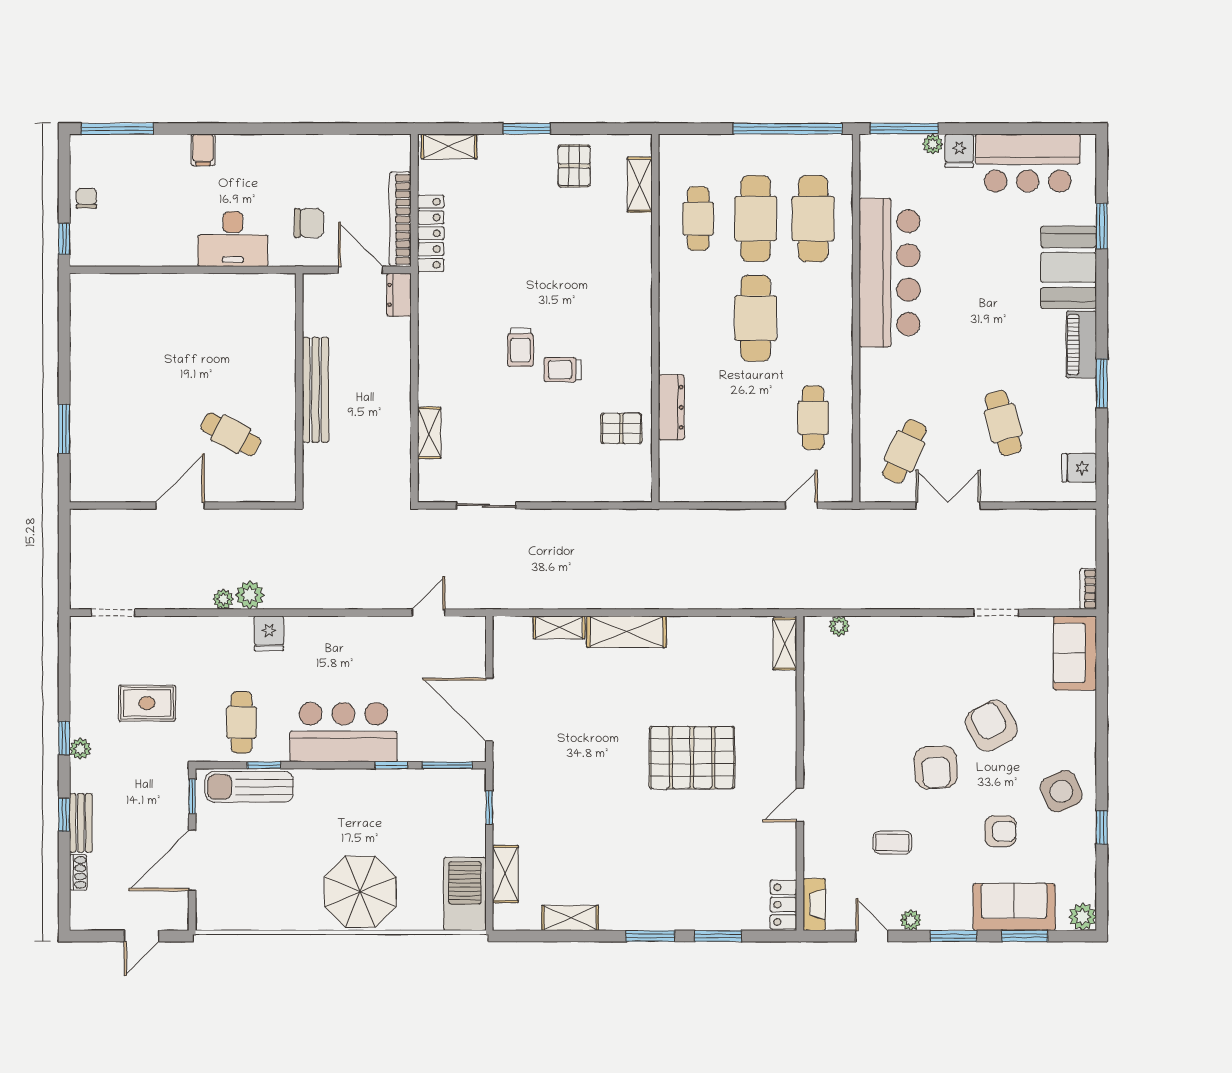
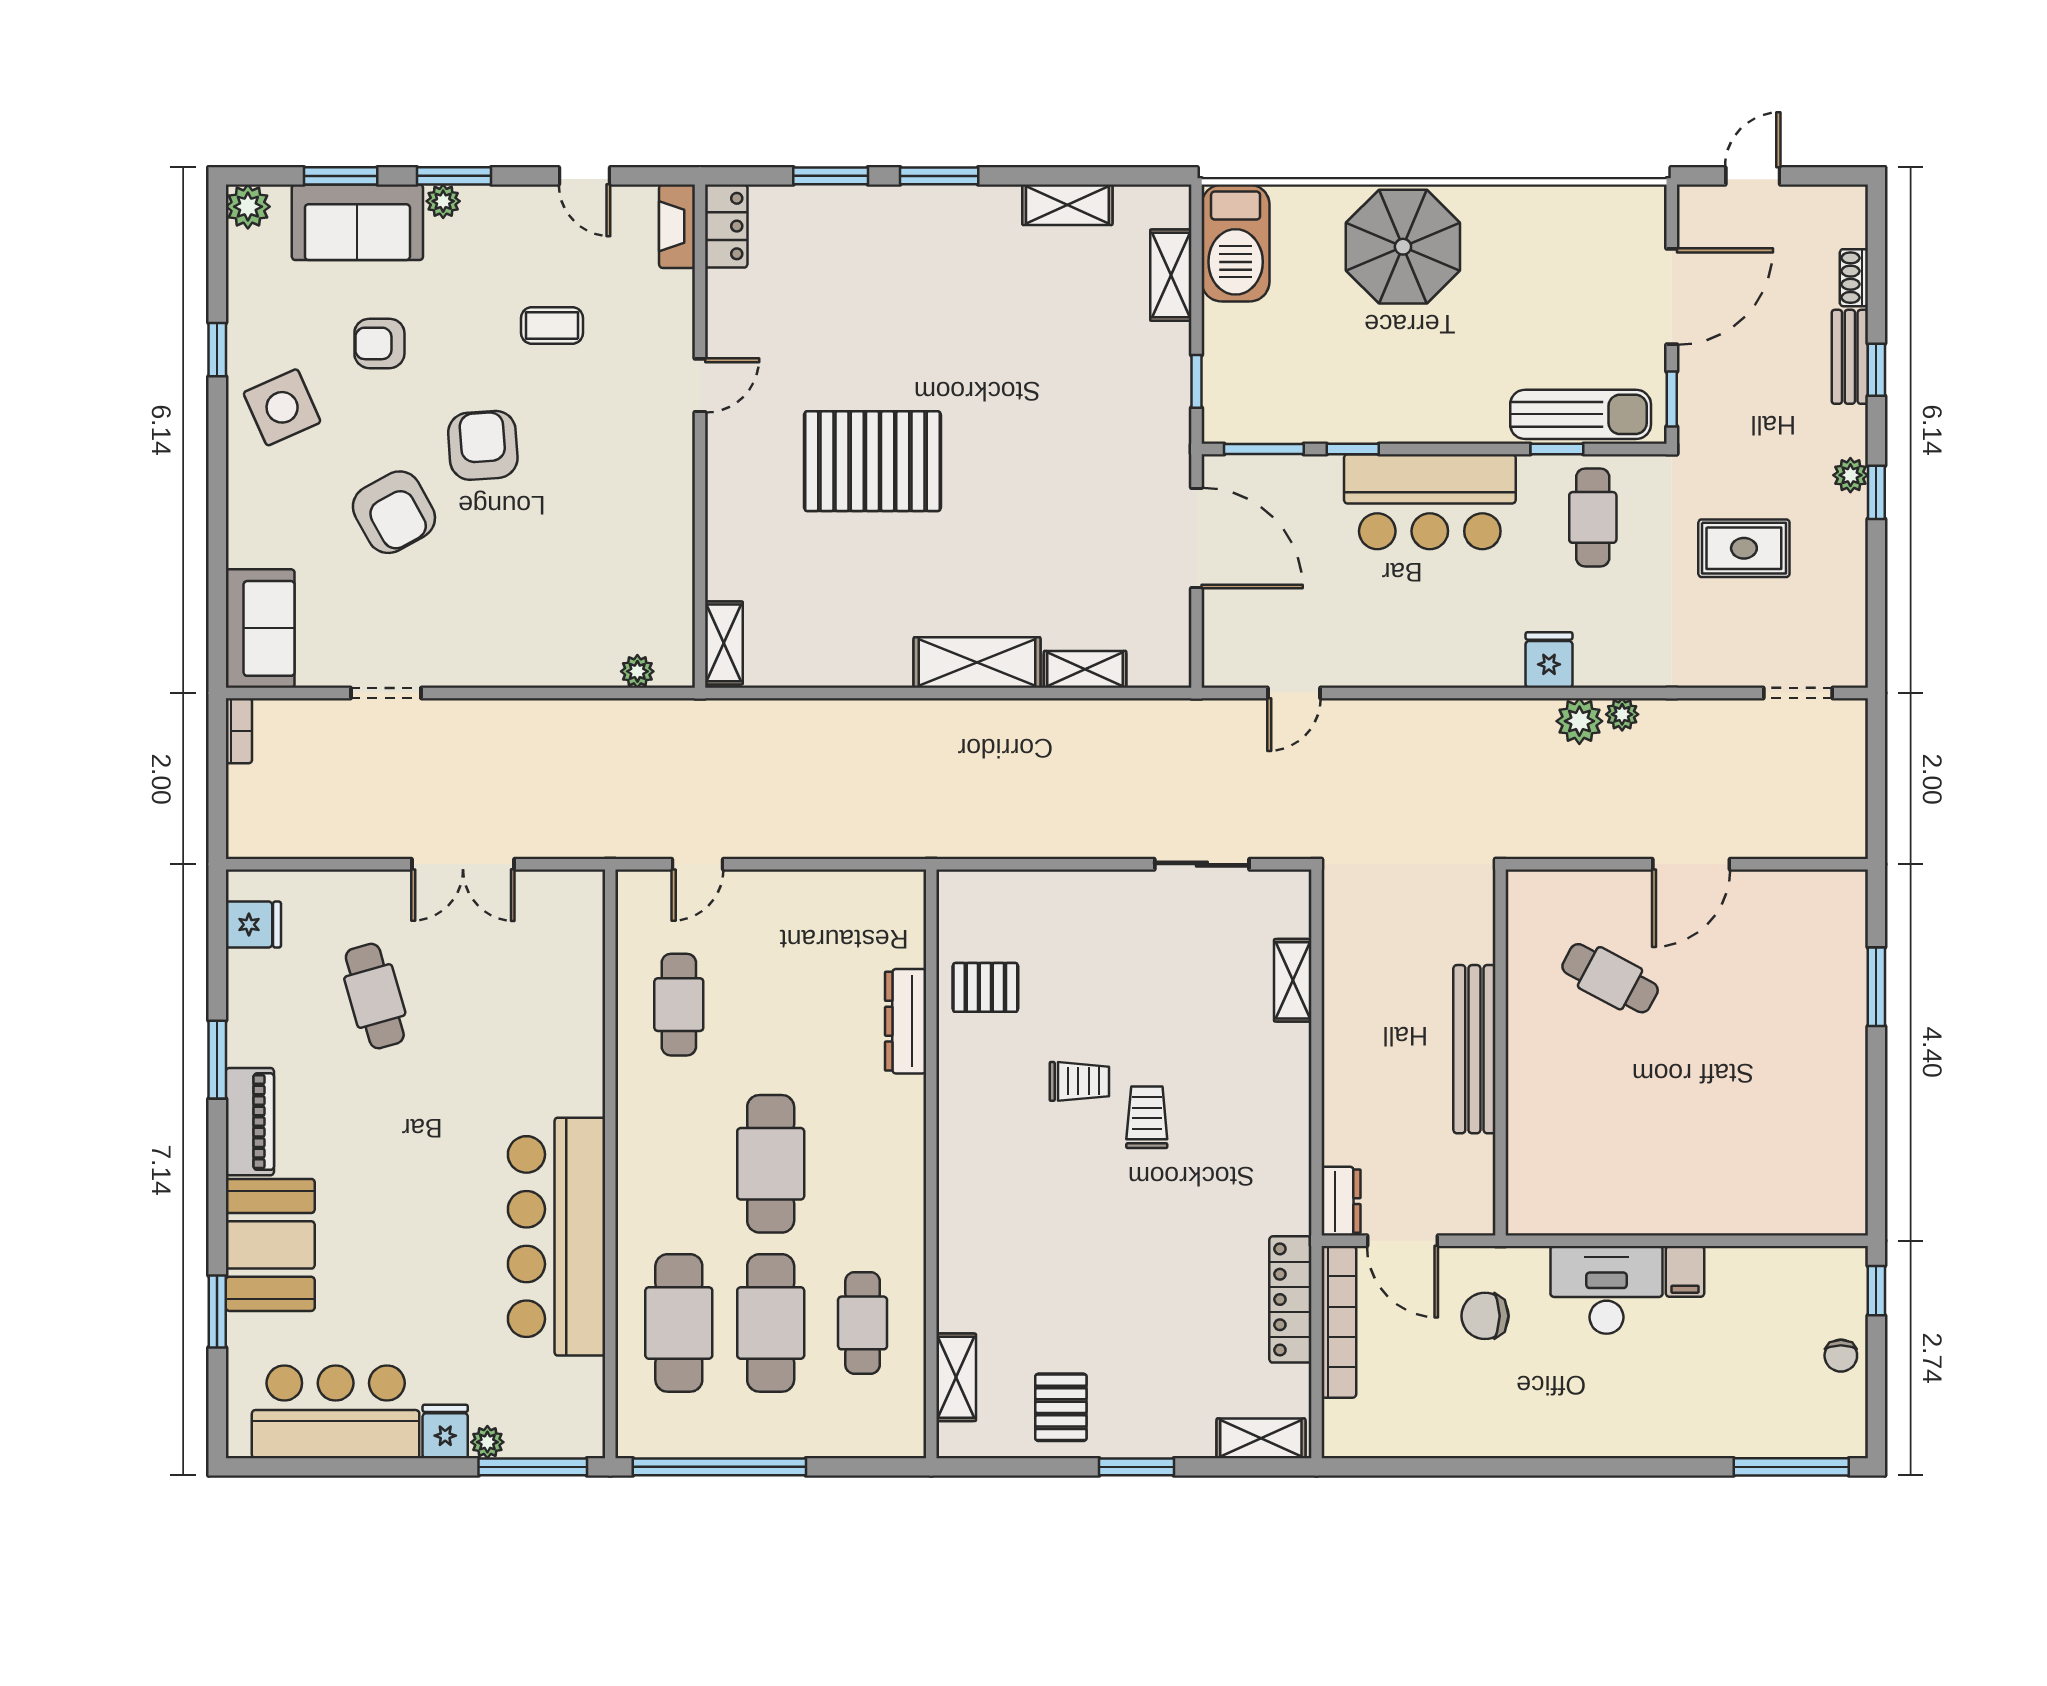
filing cabinet: (203, 150) -> (1685, 1271), moved, turned 180
cafe table: (905, 451) -> (533, 951), removed
plant: (911, 920) -> (443, 201), moved

